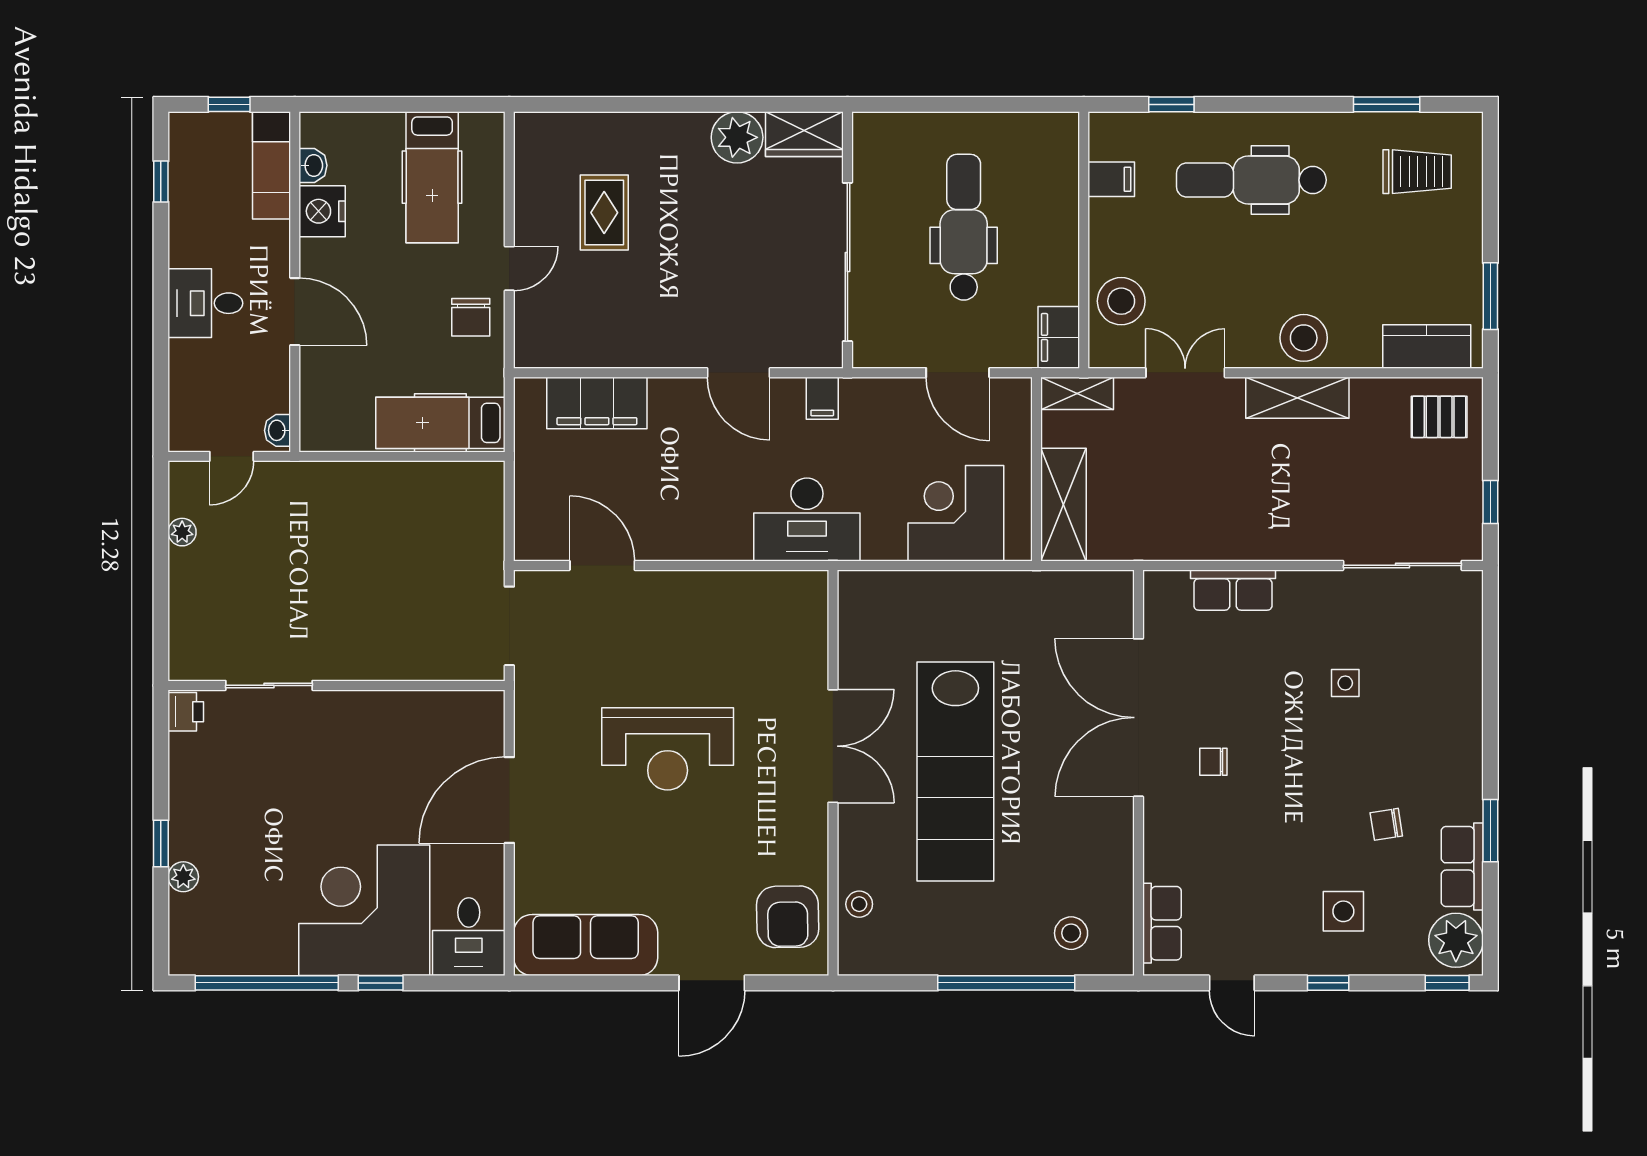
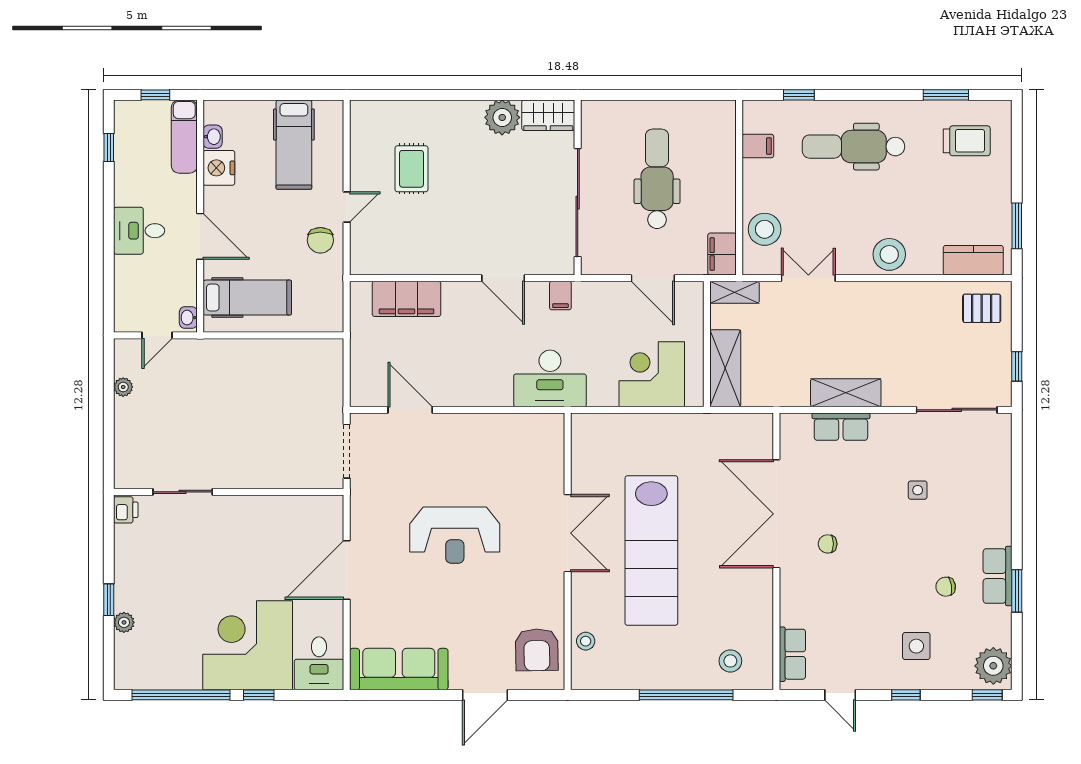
shelving: (1297, 398) -> (846, 393), moved
hospital bed: (440, 423) -> (247, 298), moved, turned 180
row of seats: (1462, 866) -> (998, 576), moved

